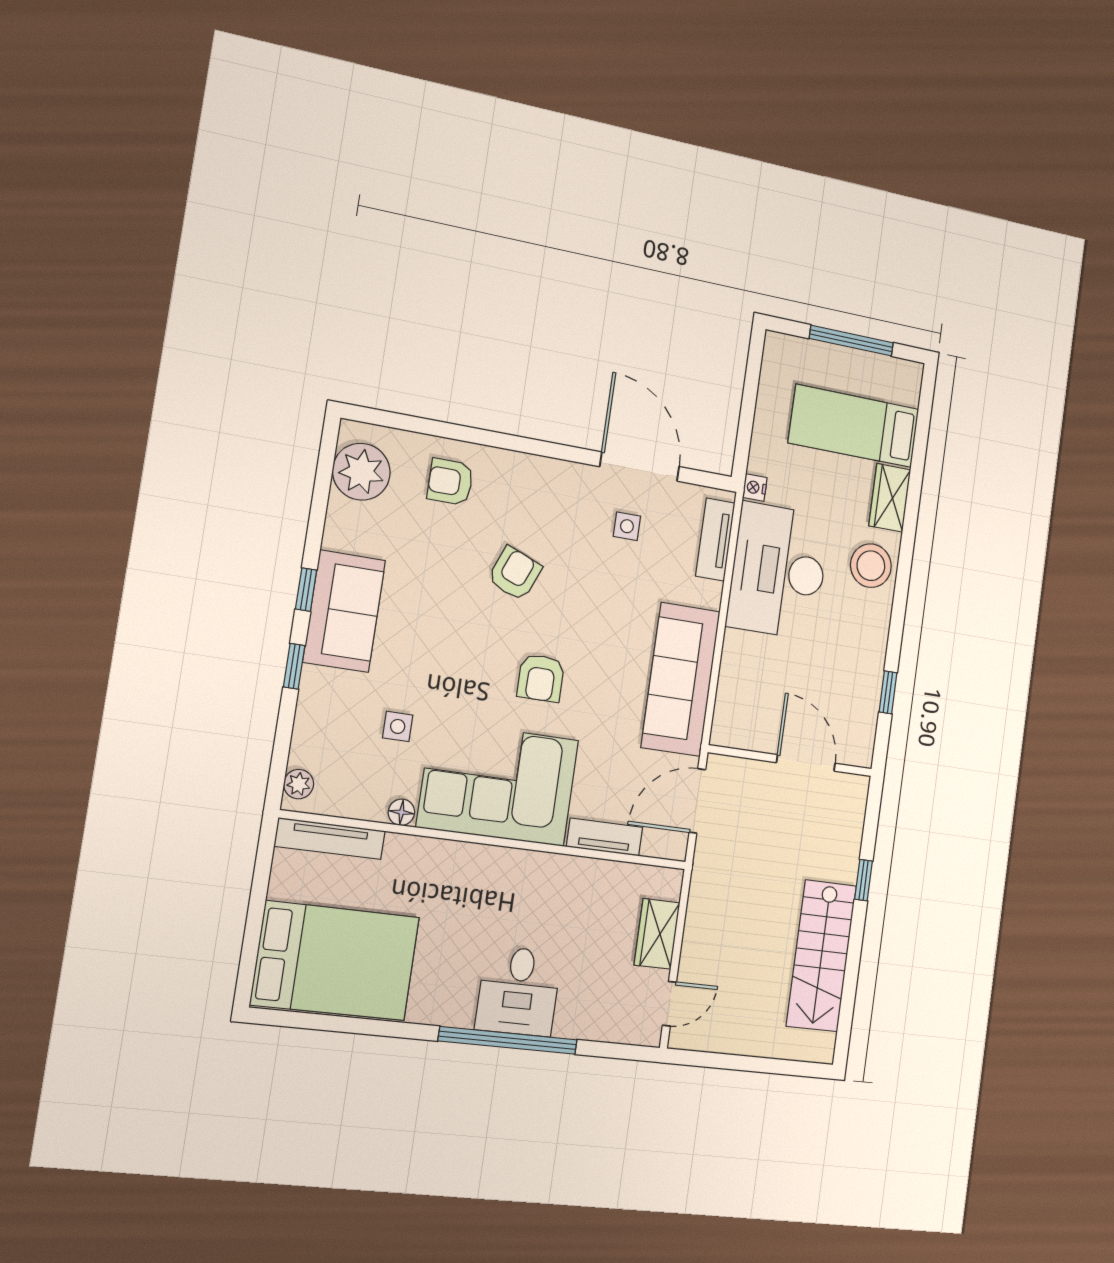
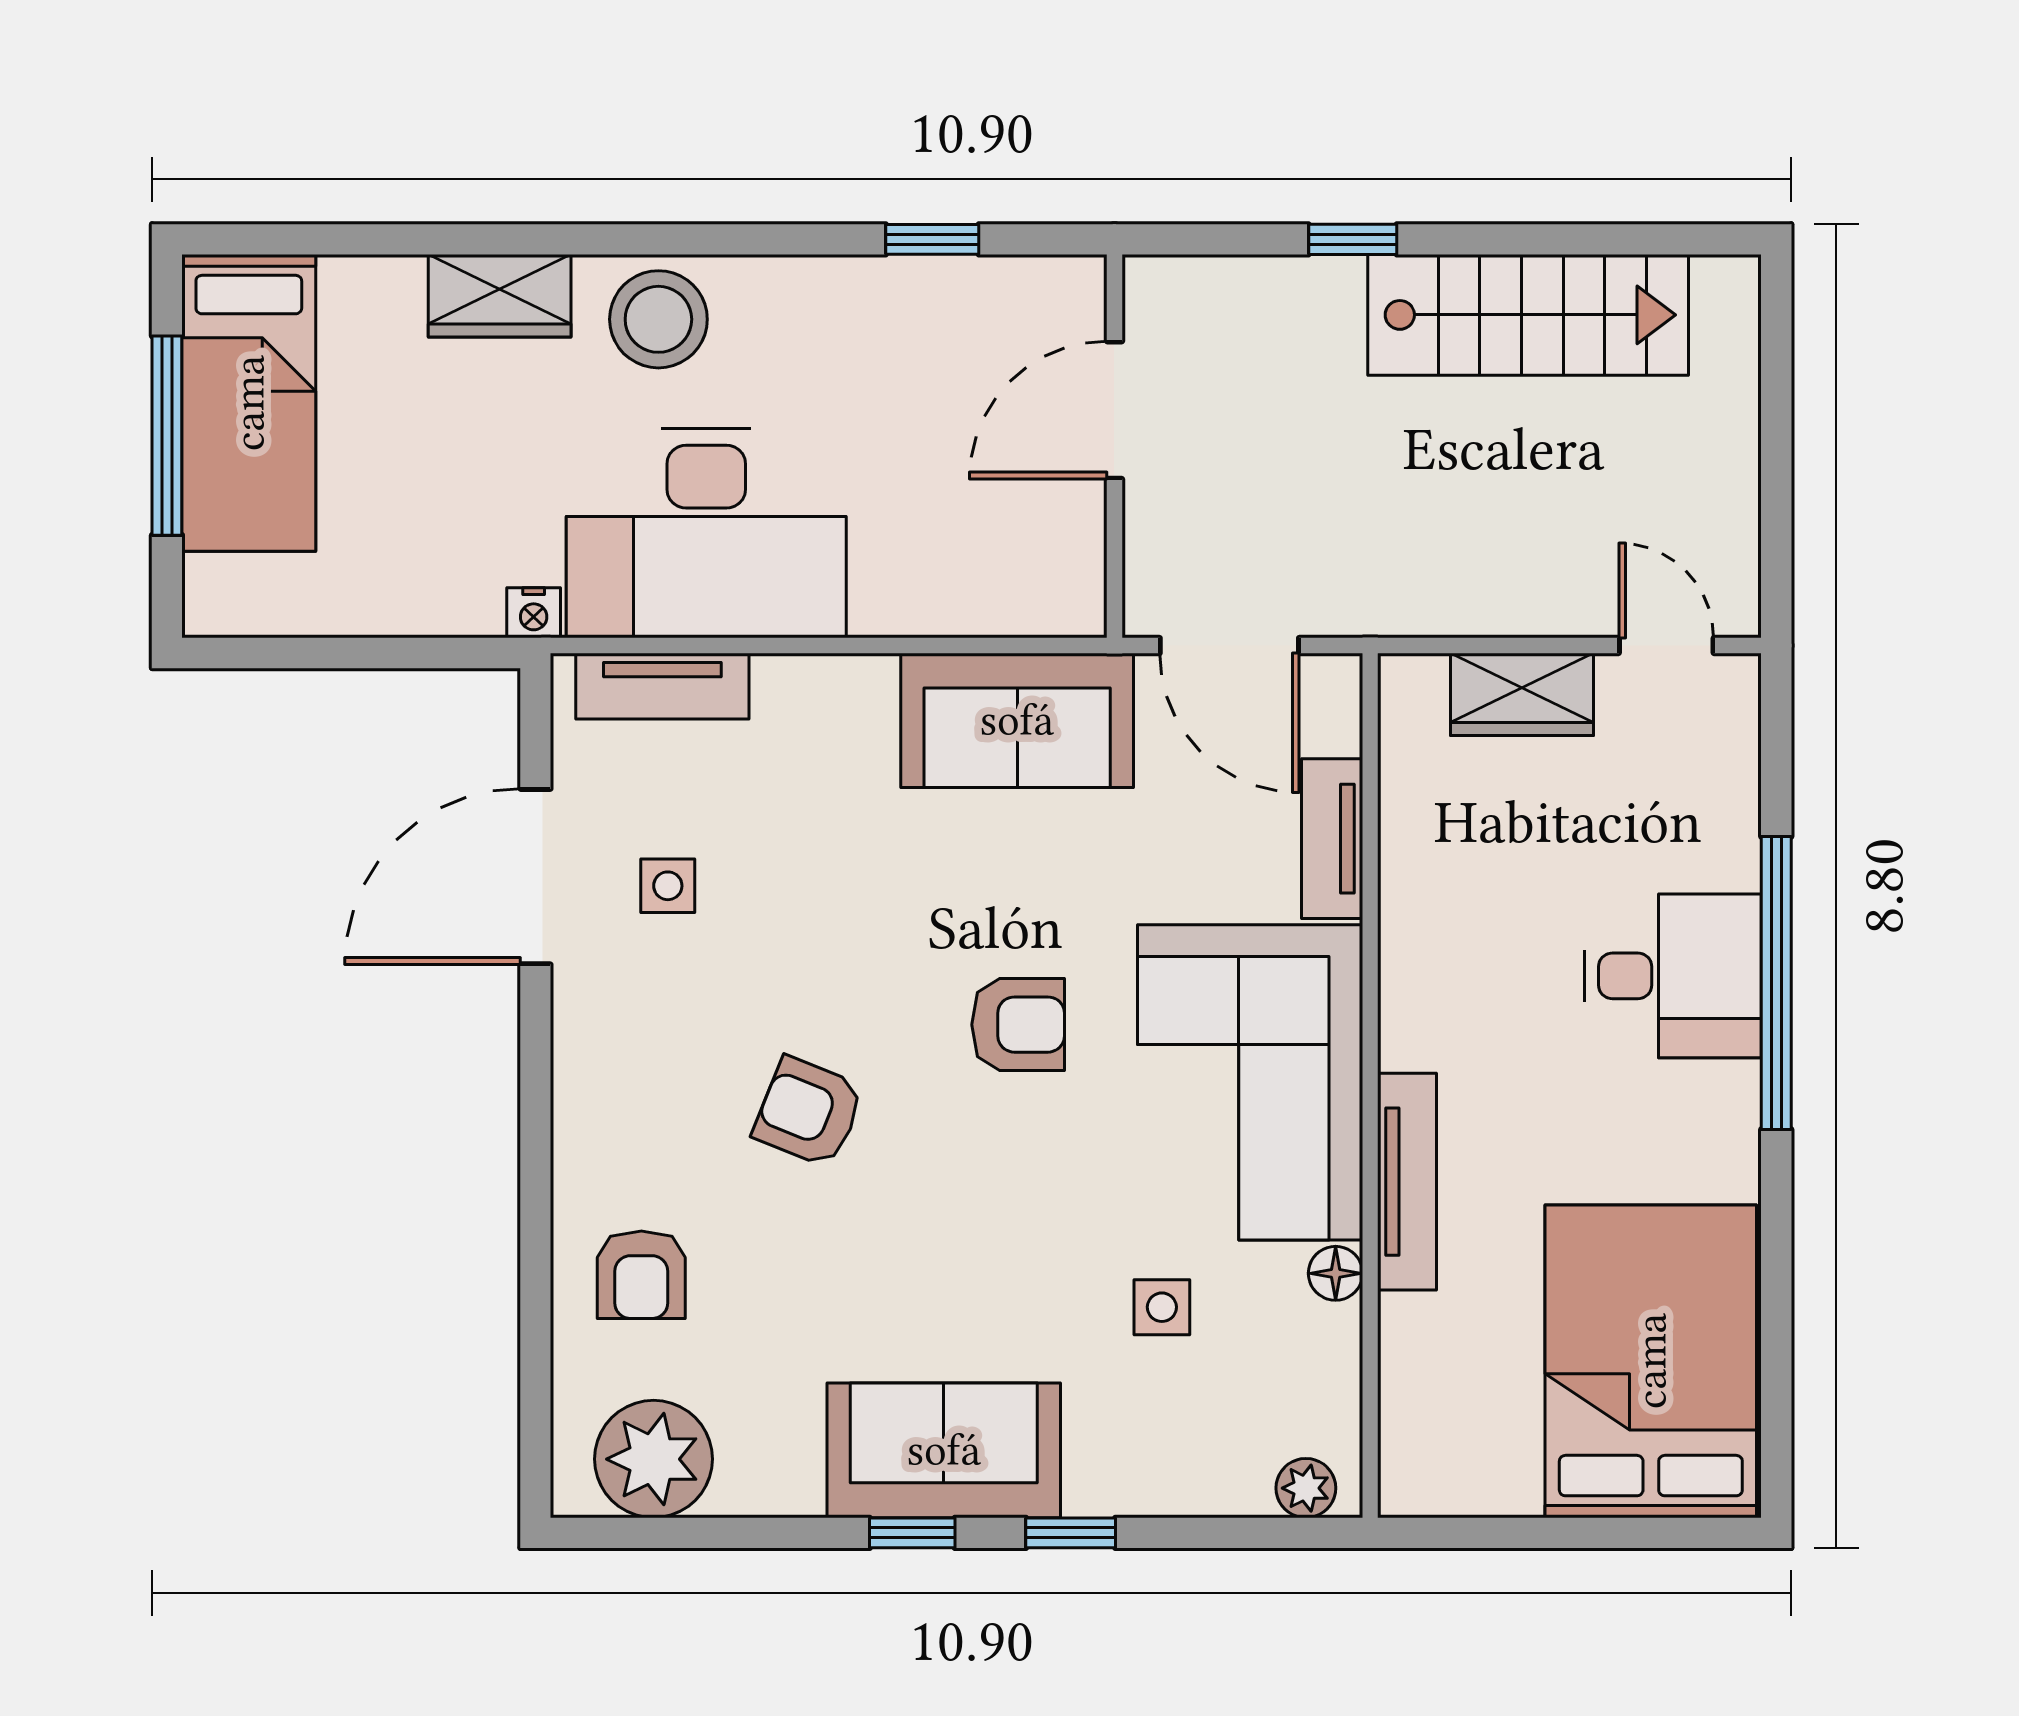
bed: (854, 426) -> (249, 403), moved
sofa: (681, 679) -> (1017, 720), width x0.73
tv unit: (330, 839) -> (1407, 1182), moved

